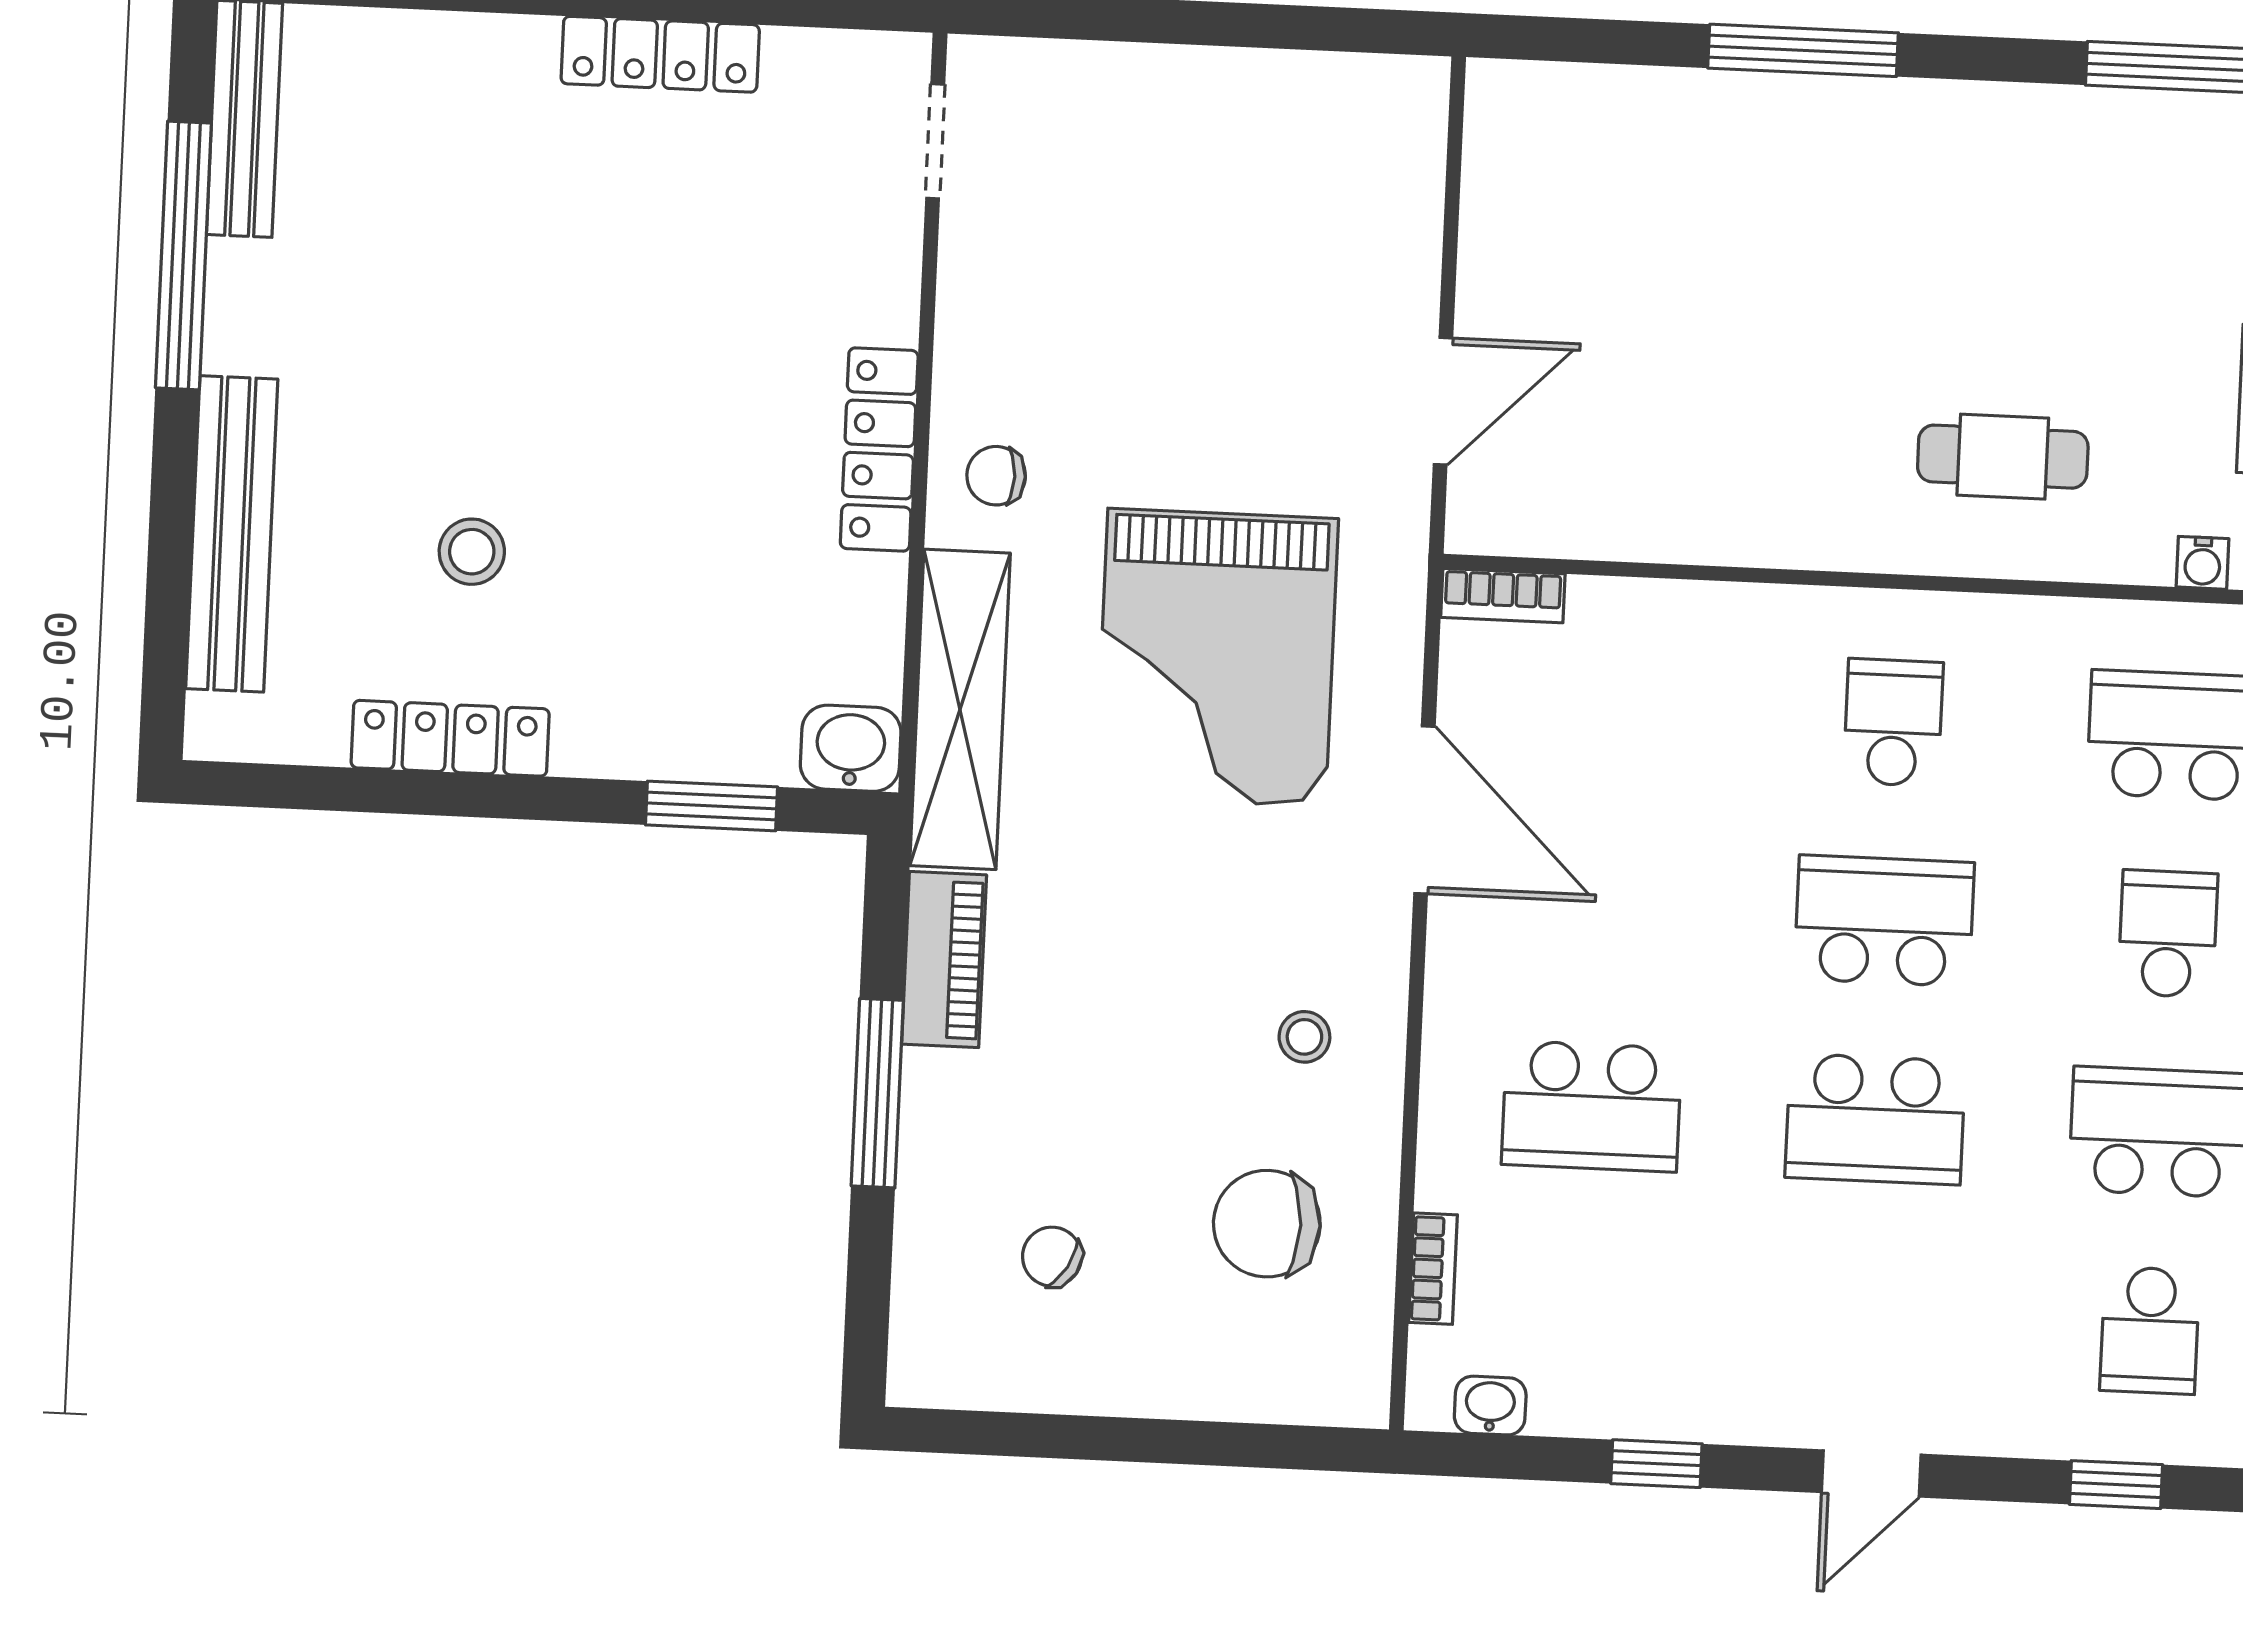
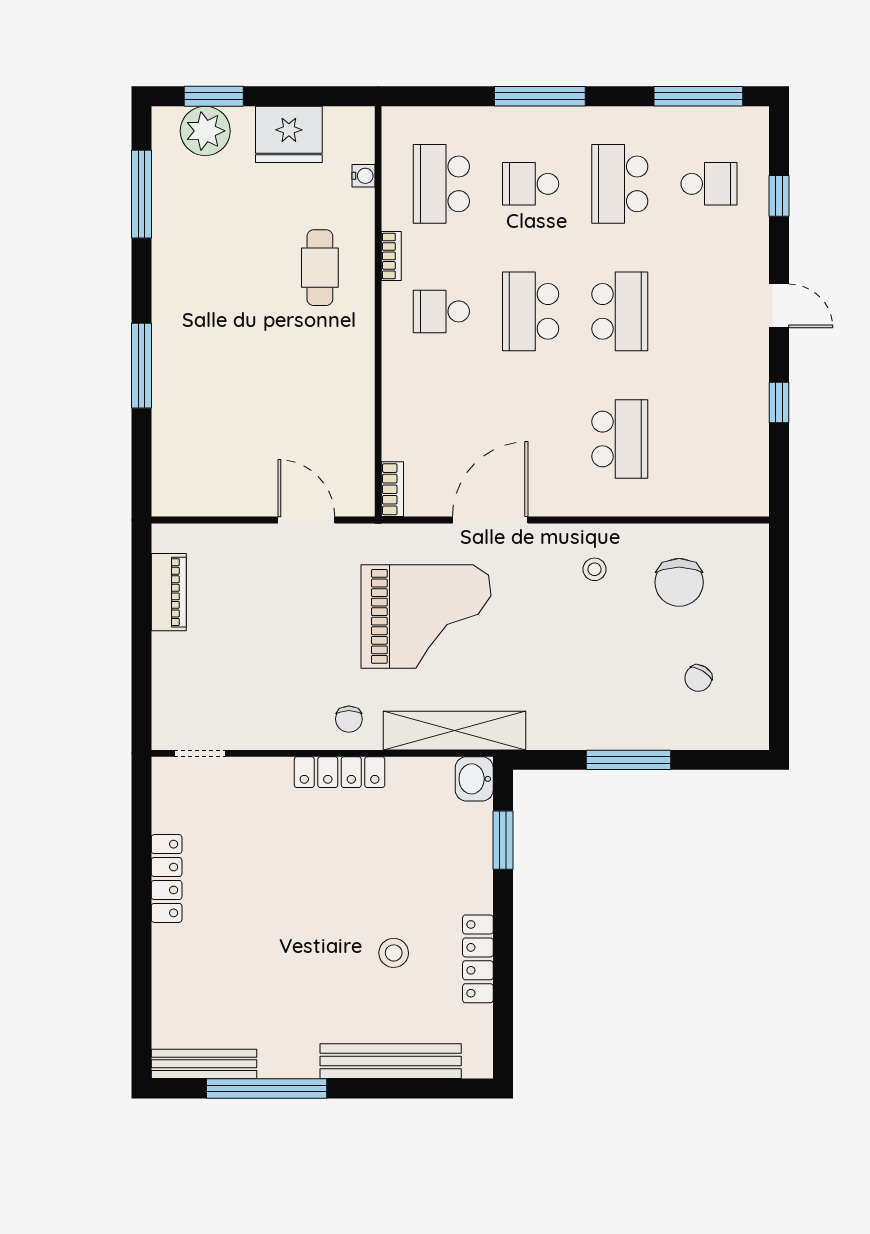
piano: (944, 960) -> (169, 592), moved, turned 90
bookcase: (1433, 1269) -> (391, 256), moved, turned 90
washbasin: (1490, 1406) -> (756, 478), removed

